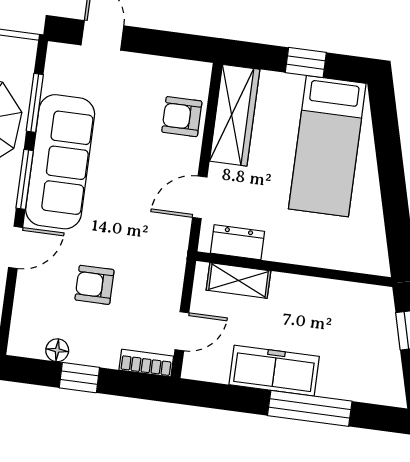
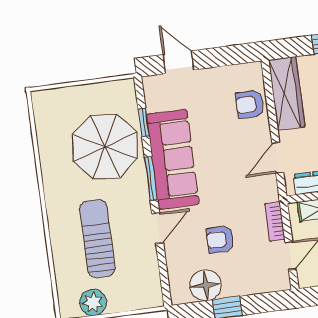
window: (35, 103) -> (144, 123), width x0.67
floor lamp: (57, 350) -> (205, 285), width x1.89, depth x1.89
bookcase: (146, 363) -> (275, 222), moved, turned -90

